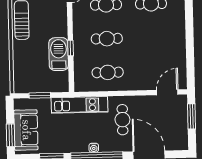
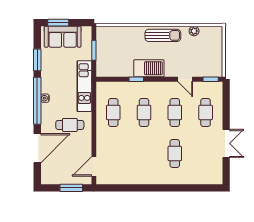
barbecue: (59, 54) -> (149, 68), moved
door: (167, 92) -> (94, 166), swing flipped

